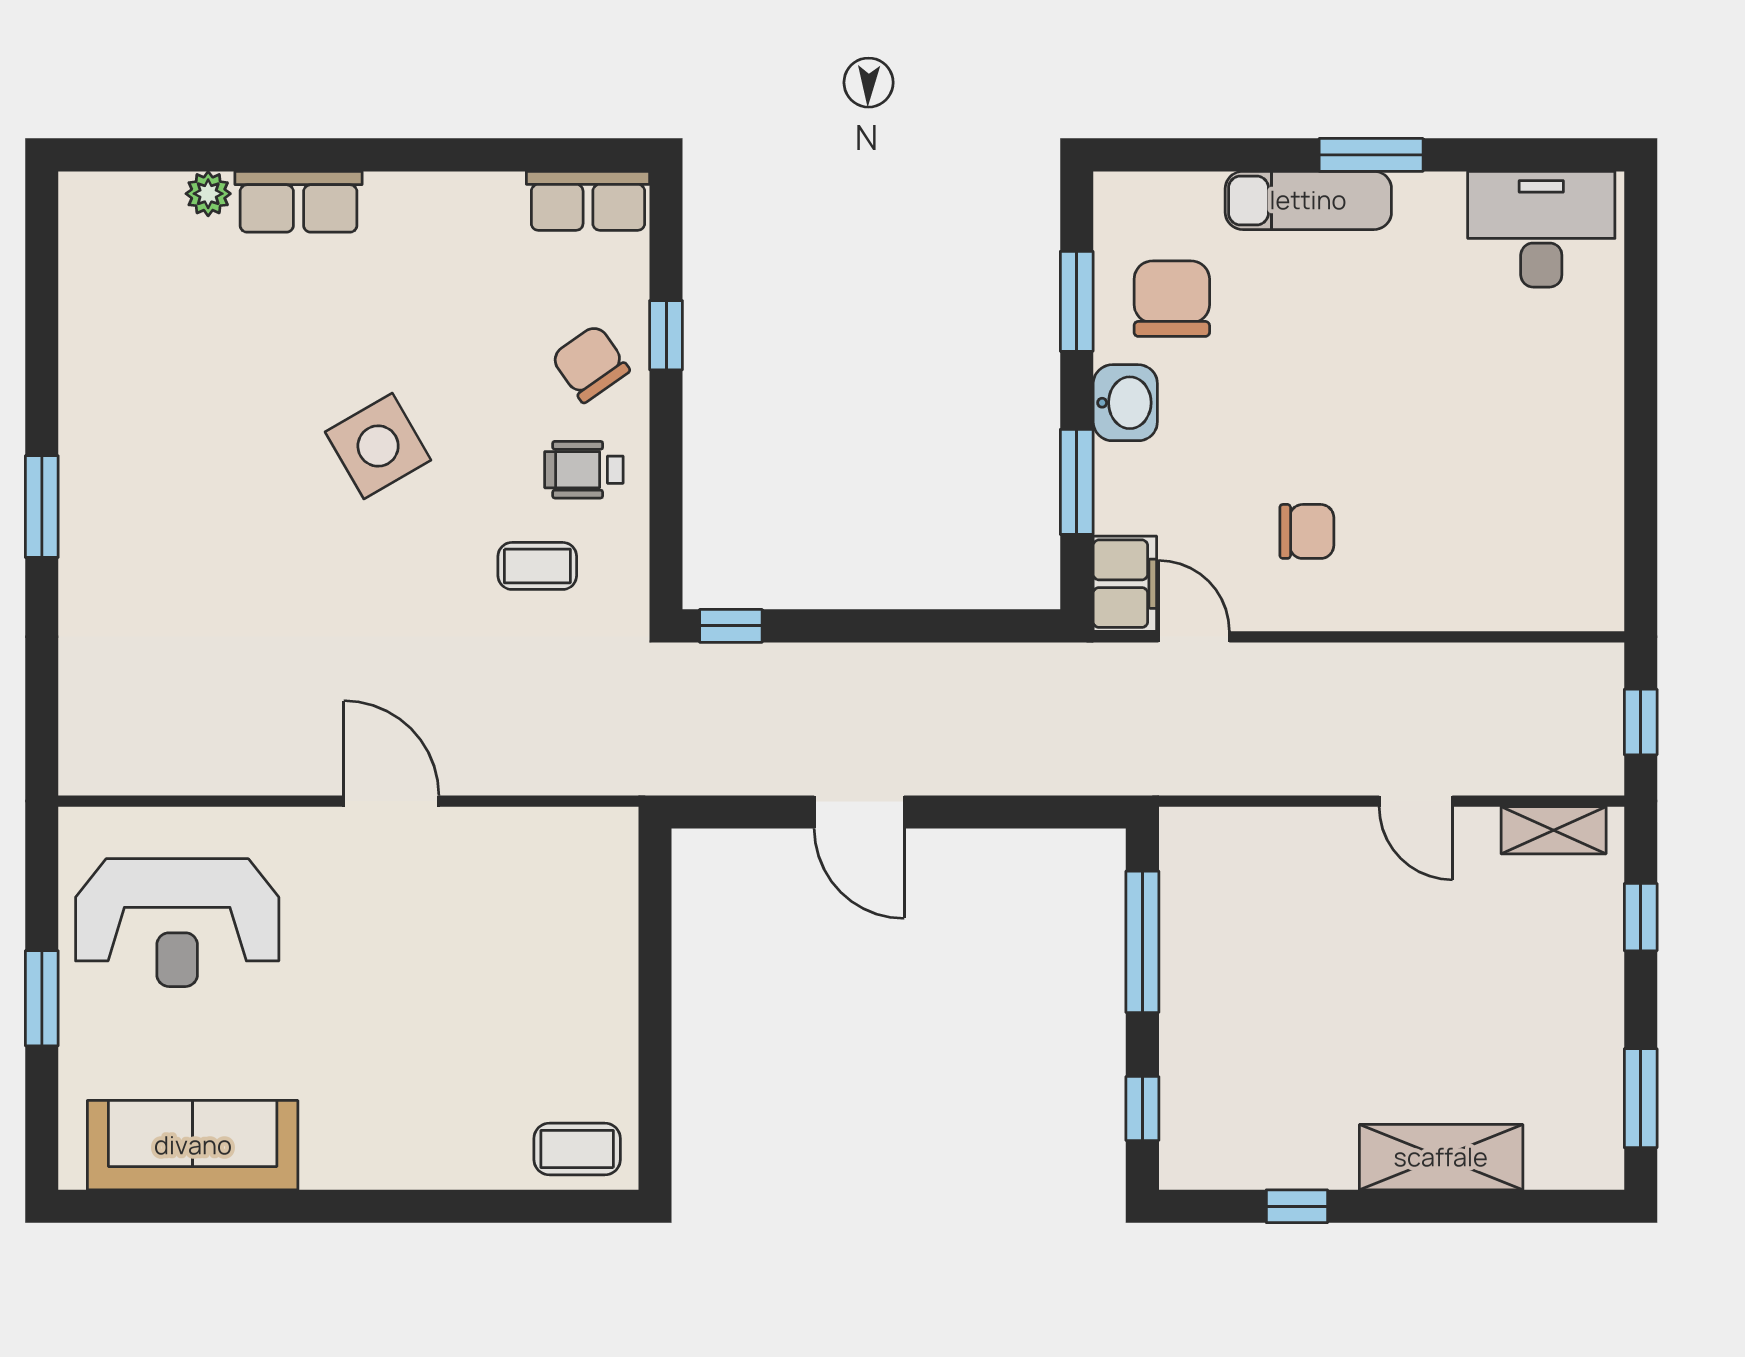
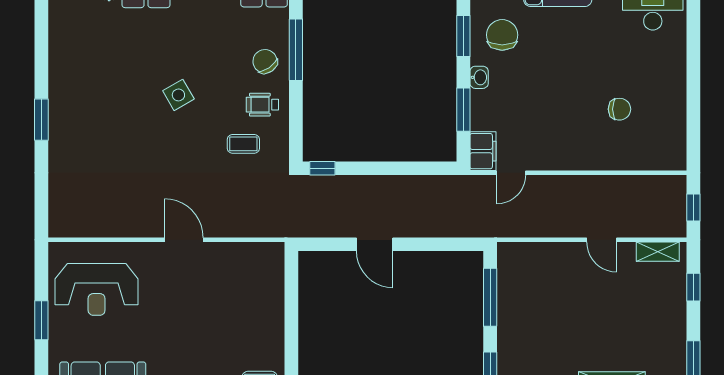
window: (666, 335) -> (296, 50), width x2.17
washbasin: (1125, 403) -> (479, 77), width x0.72, depth x0.69
side table: (378, 446) -> (178, 95), width x0.73, depth x0.73
chair: (1307, 531) -> (619, 109), moved
door: (1194, 637) -> (511, 173), swing flipped

